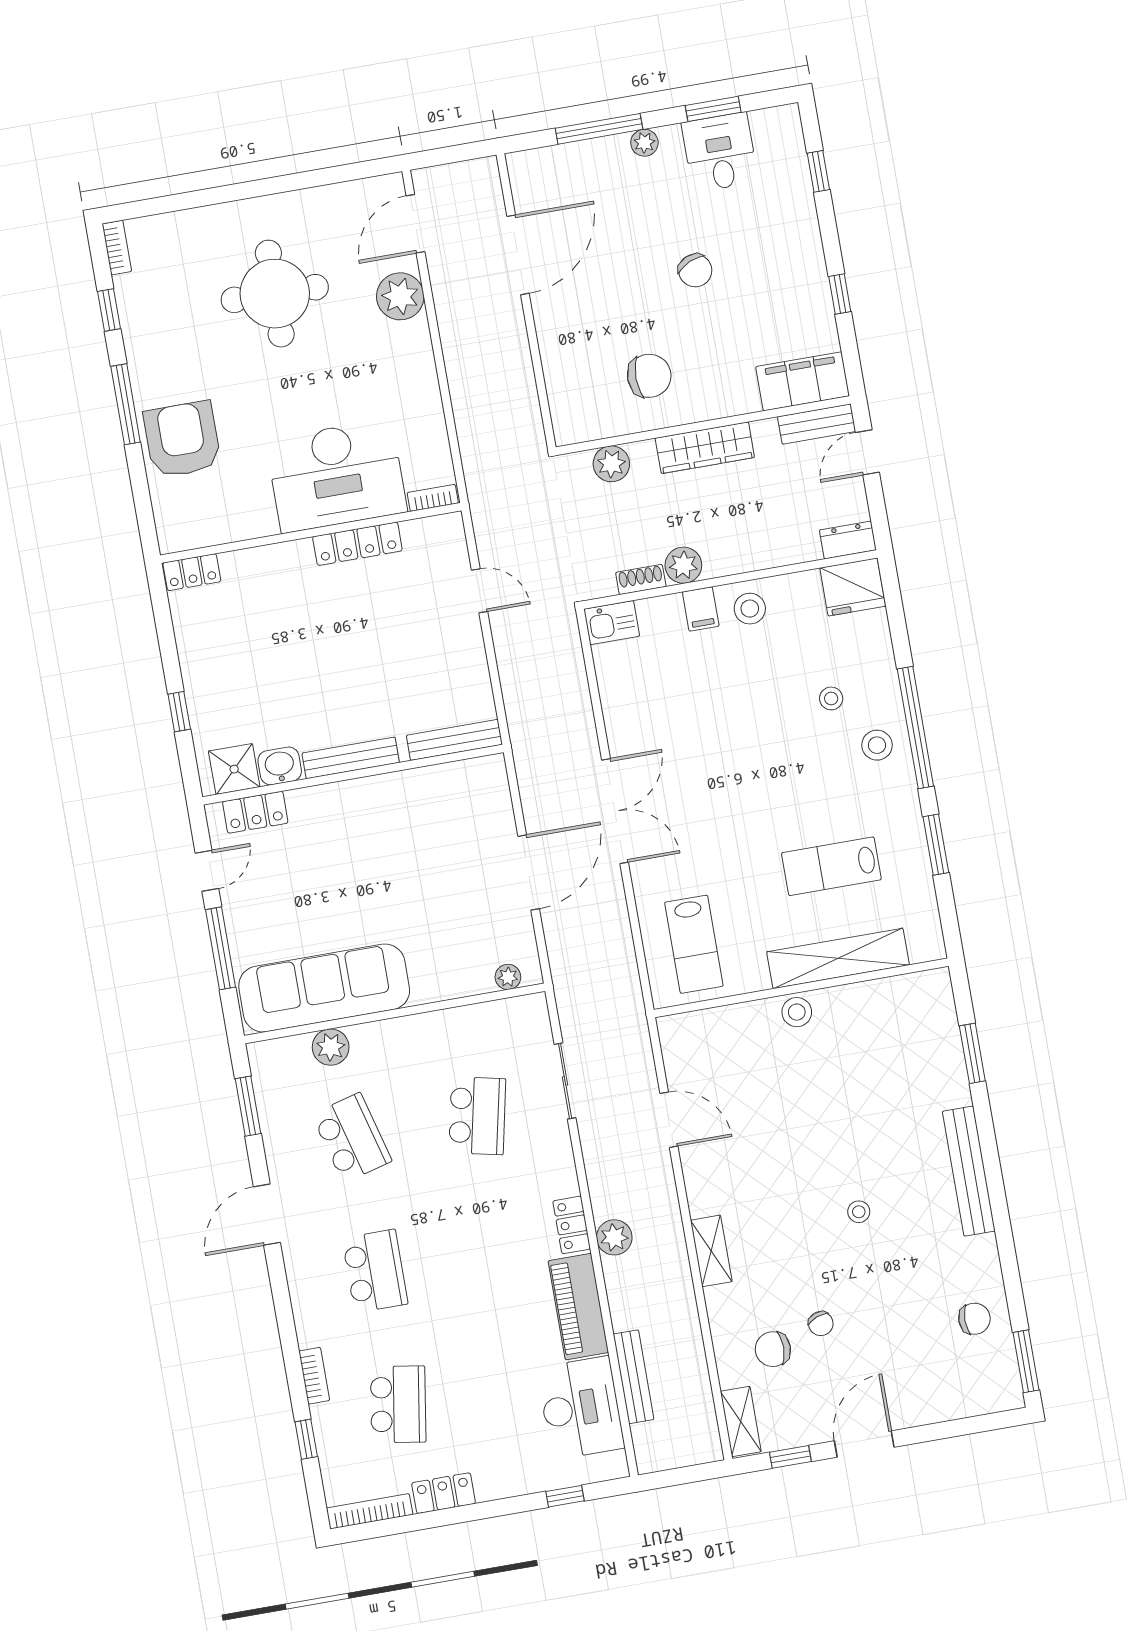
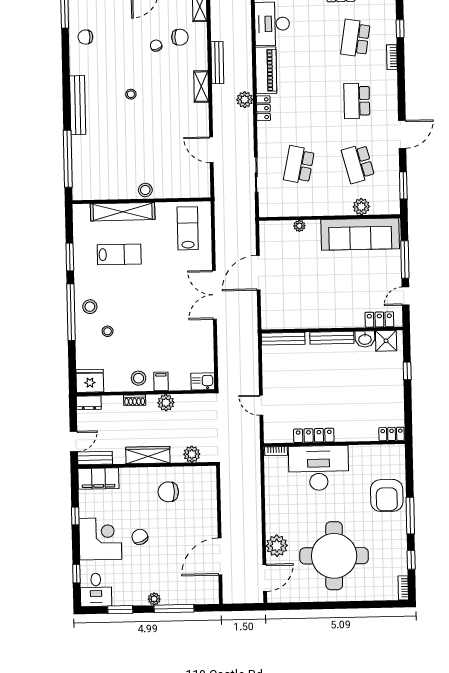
desk: (720, 152) -> (96, 590), moved
corner desk: (779, 253) -> (100, 539), added
round table: (275, 294) -> (334, 556), width x1.36, depth x1.36
shoe rack: (641, 580) -> (135, 400), moved
plant: (508, 977) -> (299, 226), moved
window: (972, 1053) -> (68, 159), width x2.11
bench: (634, 1377) -> (217, 63), moved

